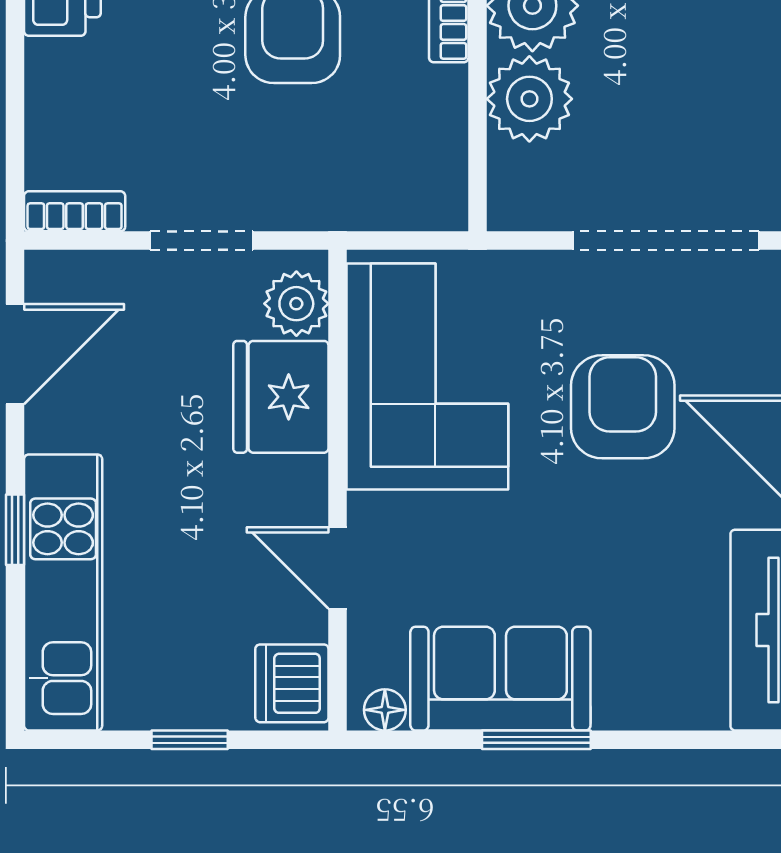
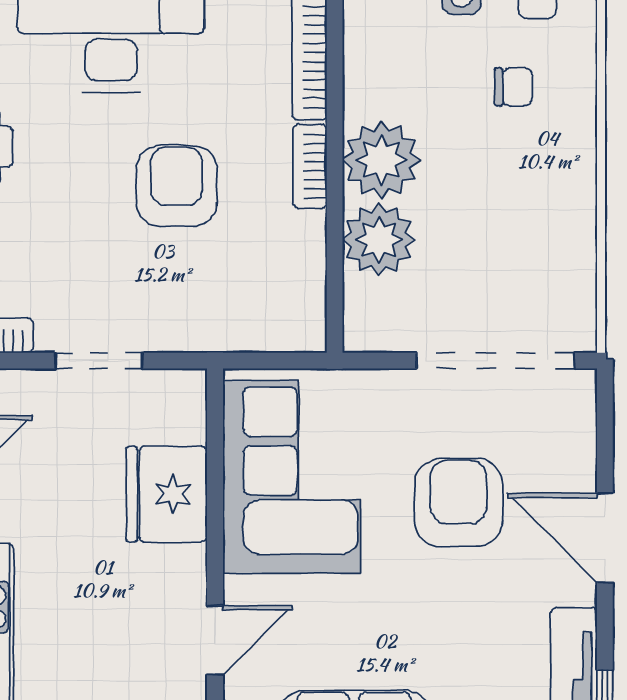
plant: (296, 304) -> (180, 415), removed
door: (338, 568) -> (215, 640), swing flipped

